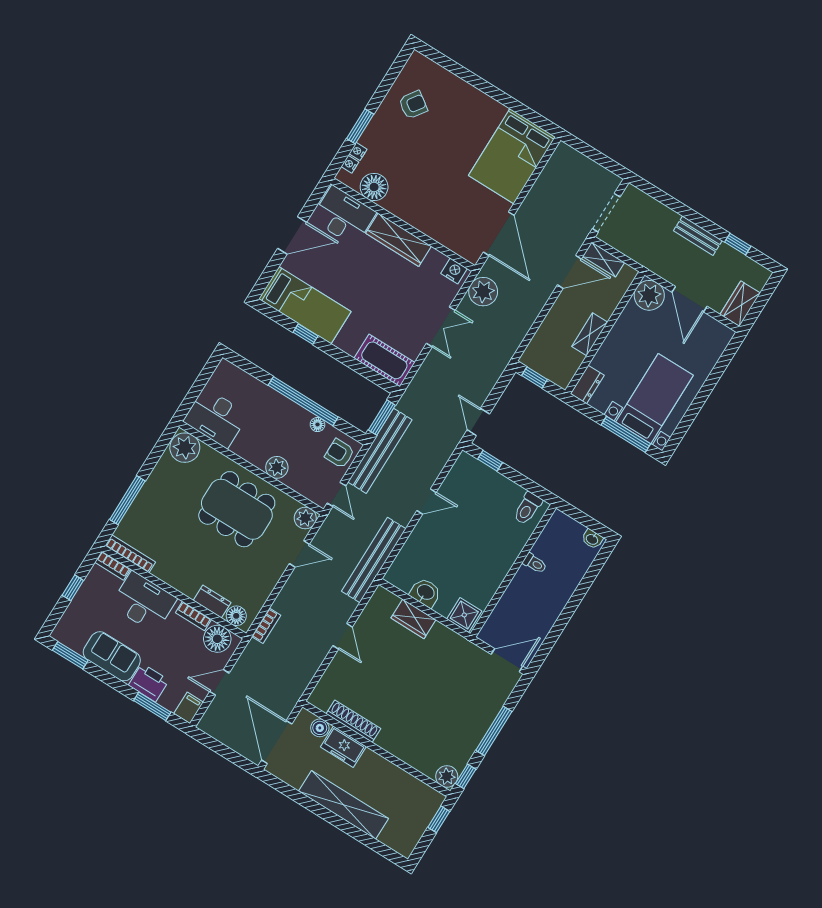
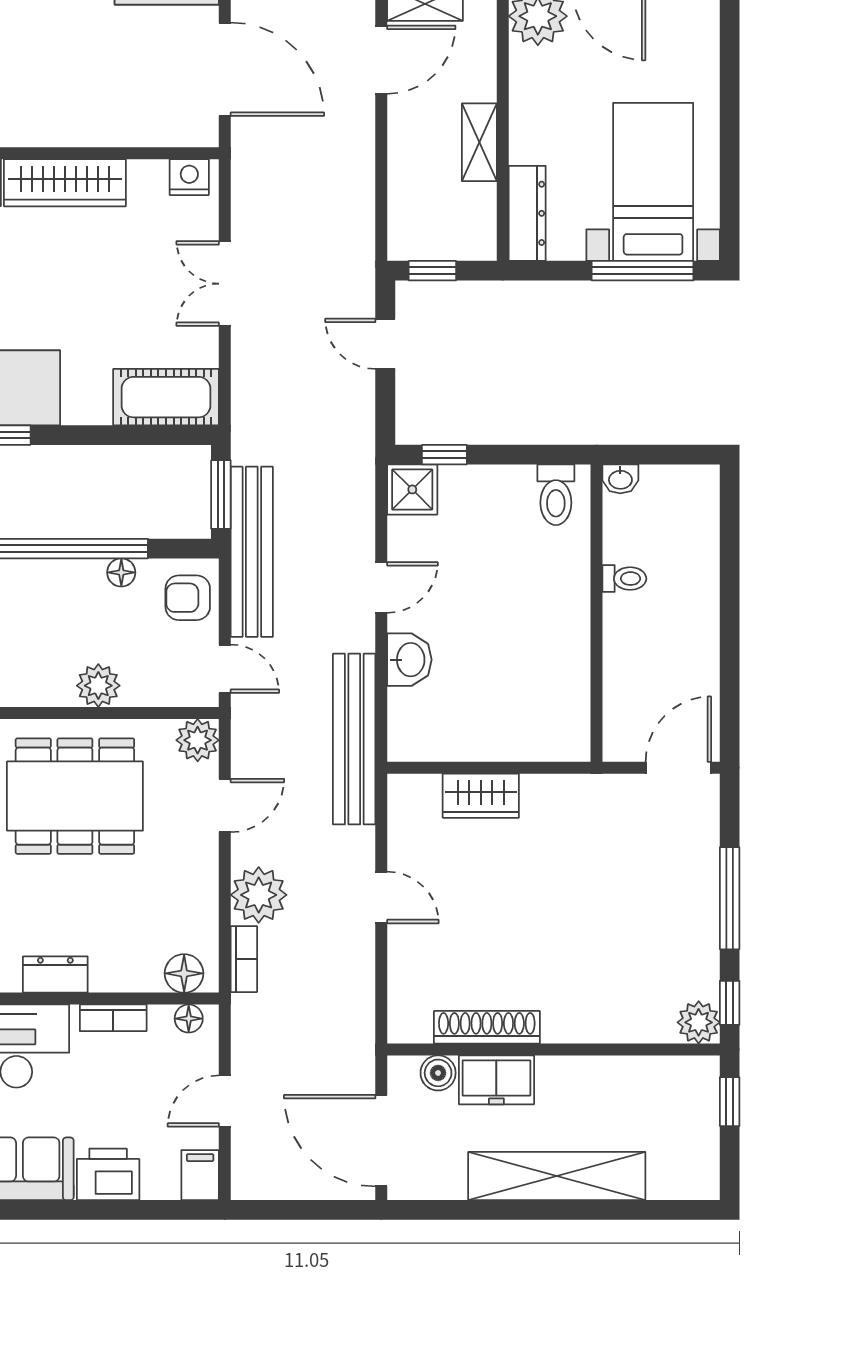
plant: (483, 292) -> (259, 895), moved
double door: (441, 327) -> (225, 284), swing flipped
dresser: (587, 384) -> (527, 213), width x1.44
door: (478, 422) -> (385, 344), moved
washbasin: (592, 539) -> (620, 479), moved
washbasin: (425, 593) -> (409, 660), moved, turned 90
dresser: (212, 601) -> (55, 975), moved
shower: (464, 615) -> (412, 489), moved
floor lamp: (217, 639) -> (189, 1019), width x0.53, depth x0.53
window: (152, 706) -> (138, 1210), removed

